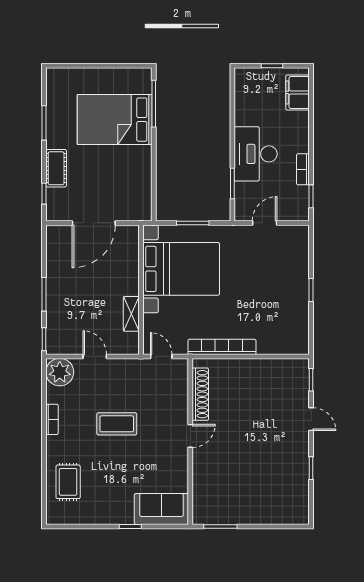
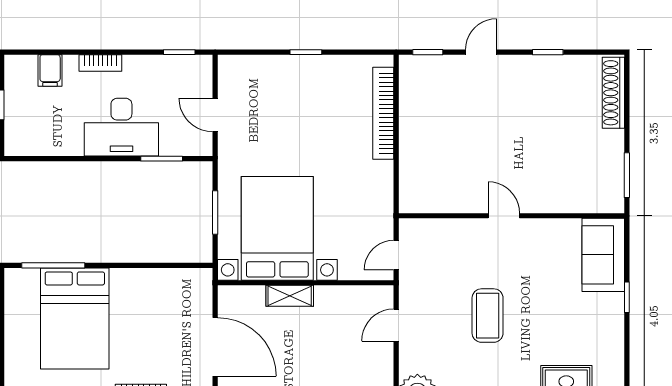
filing cabinet: (297, 92) -> (50, 70), width x0.50
bookcase: (303, 169) -> (100, 63), moved
shelving: (131, 314) -> (290, 296), moved
bookcase: (222, 347) -> (383, 113), moved
door: (95, 356) -> (396, 325), moved
shoe rack: (200, 394) -> (613, 93), moved, turned -90

